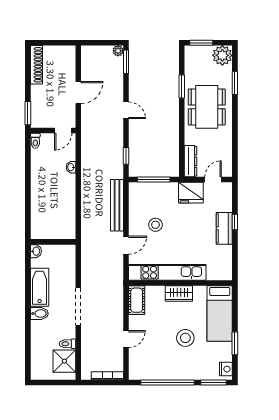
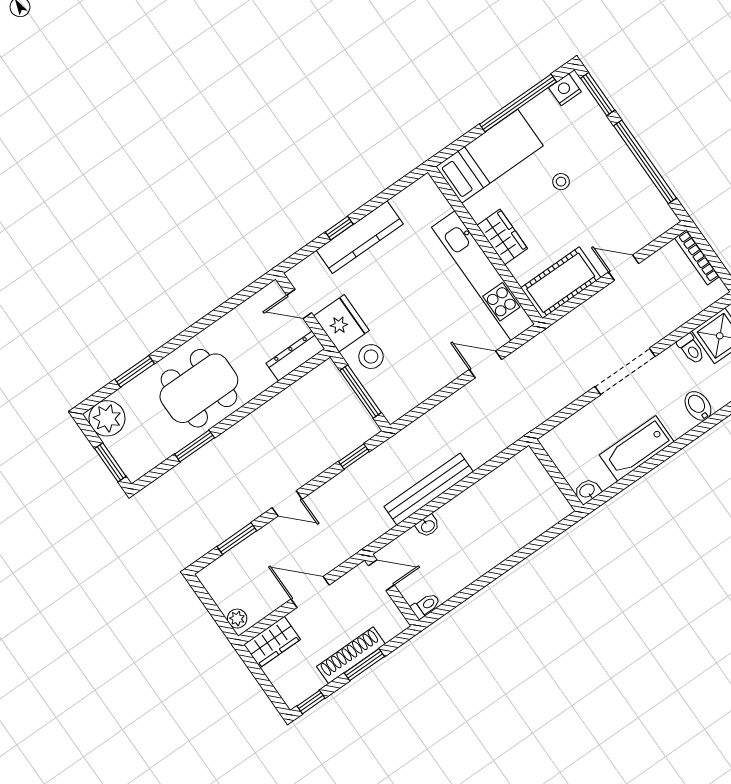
plant: (118, 51) -> (237, 619), moved
window: (28, 58) -> (311, 702), added
wardrobe: (68, 59) -> (272, 642), added
window: (126, 62) -> (237, 539), moved
shoe rack: (37, 65) -> (351, 655), moved
door: (126, 110) -> (287, 503), swing flipped
window: (28, 113) -> (364, 665), moved
bench: (117, 205) -> (429, 489), moved
stool: (156, 225) -> (371, 357), moved
kitchen counter: (224, 228) -> (360, 237), width x1.50
cot: (137, 300) -> (561, 283), width x1.37, depth x1.34
bidet: (39, 314) -> (698, 406), moved
stool: (185, 338) -> (561, 182), width x0.53, depth x0.53
window: (235, 343) -> (518, 103), width x2.11

